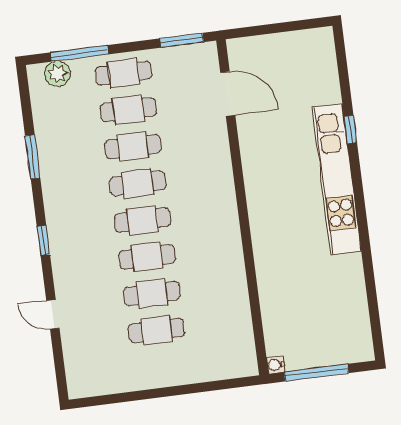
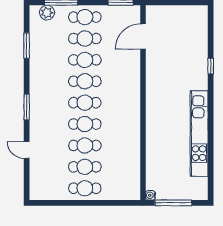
door: (228, 94) -> (143, 37), swing flipped
window: (33, 157) -> (27, 46), moved
kitchen unit: (337, 179) -> (199, 133), moved
window: (43, 240) -> (27, 107), width x1.50
cafe table: (161, 367) -> (85, 188), added

